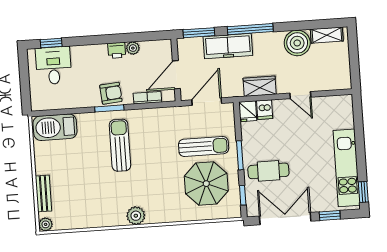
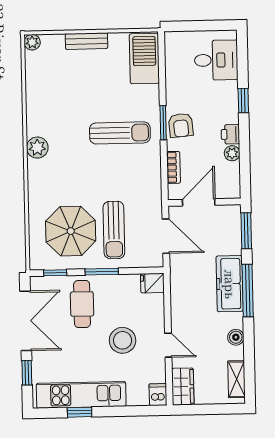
window: (51, 43) -> (243, 101), moved
boiler: (297, 43) -> (236, 337), width x0.54, depth x0.54
freezer: (228, 46) -> (230, 284), moved
door: (176, 75) -> (199, 202), hinge flipped
wardrobe: (260, 86) -> (183, 387), moved
door: (300, 95) -> (168, 345), swing flipped
dishwasher: (265, 110) -> (158, 395), moved, turned 90
stool: (298, 135) -> (123, 340), added
window: (363, 192) -> (80, 412), moved
bench: (43, 193) -> (86, 41), moved

